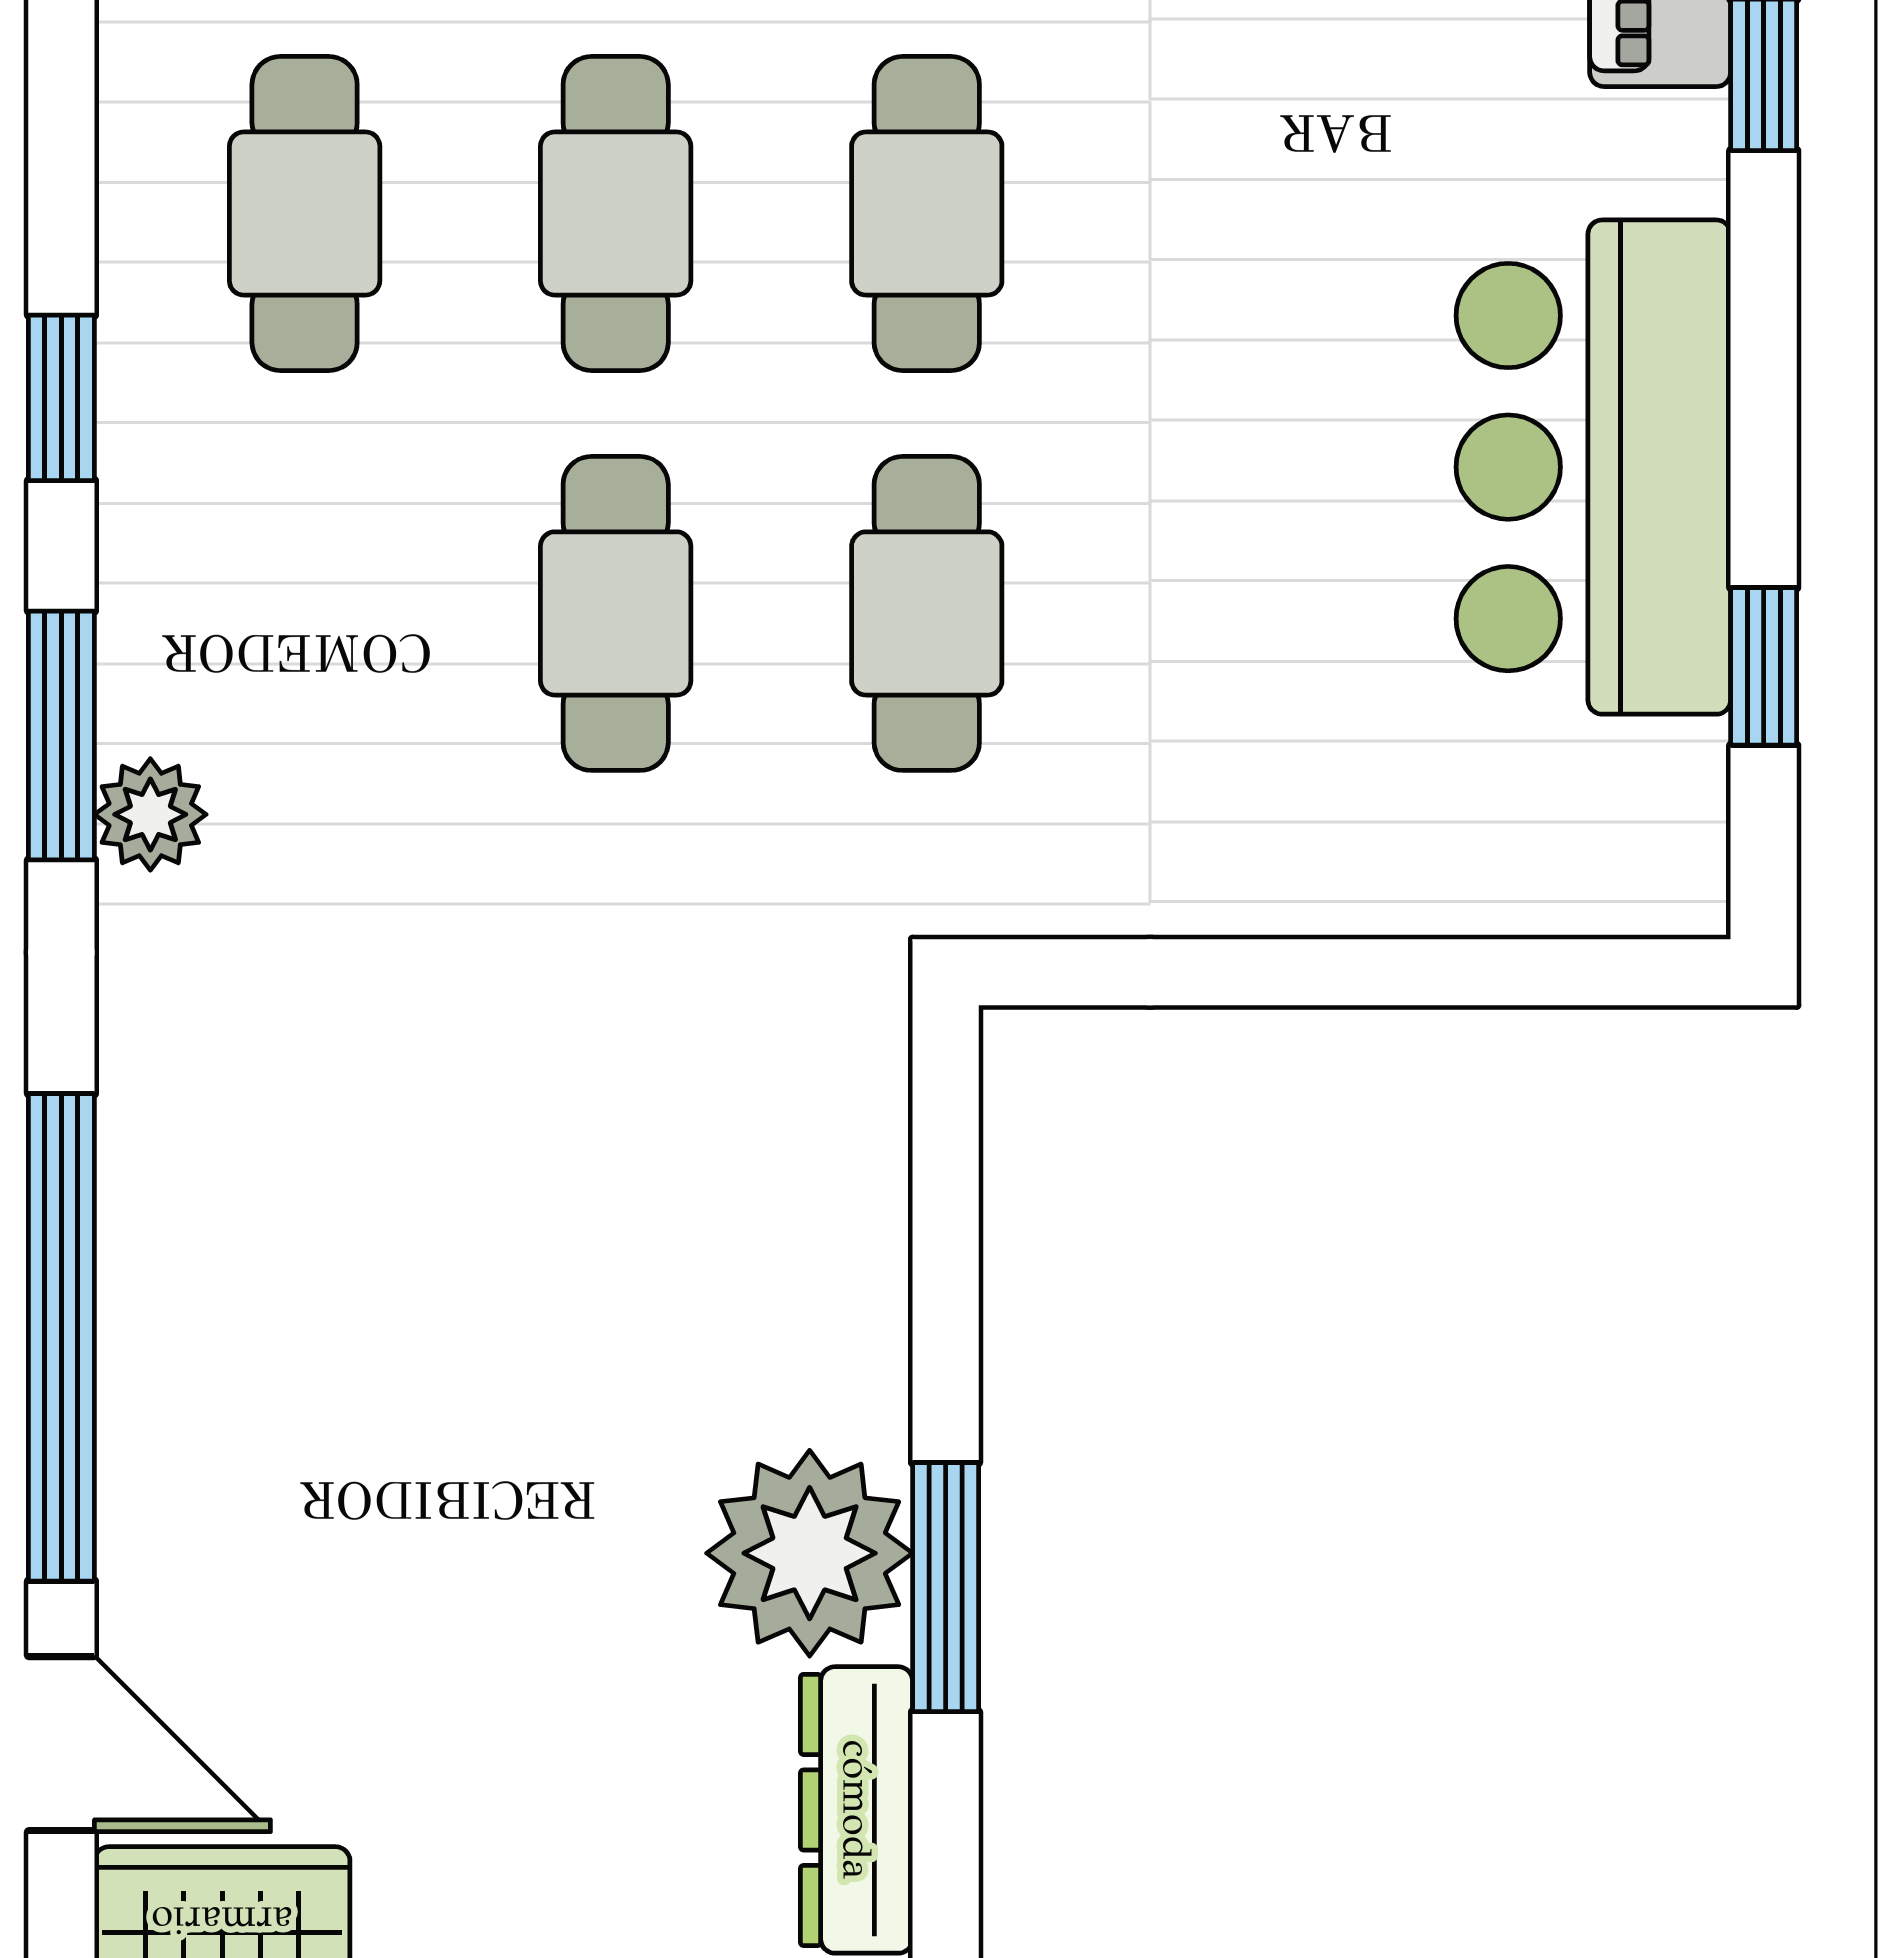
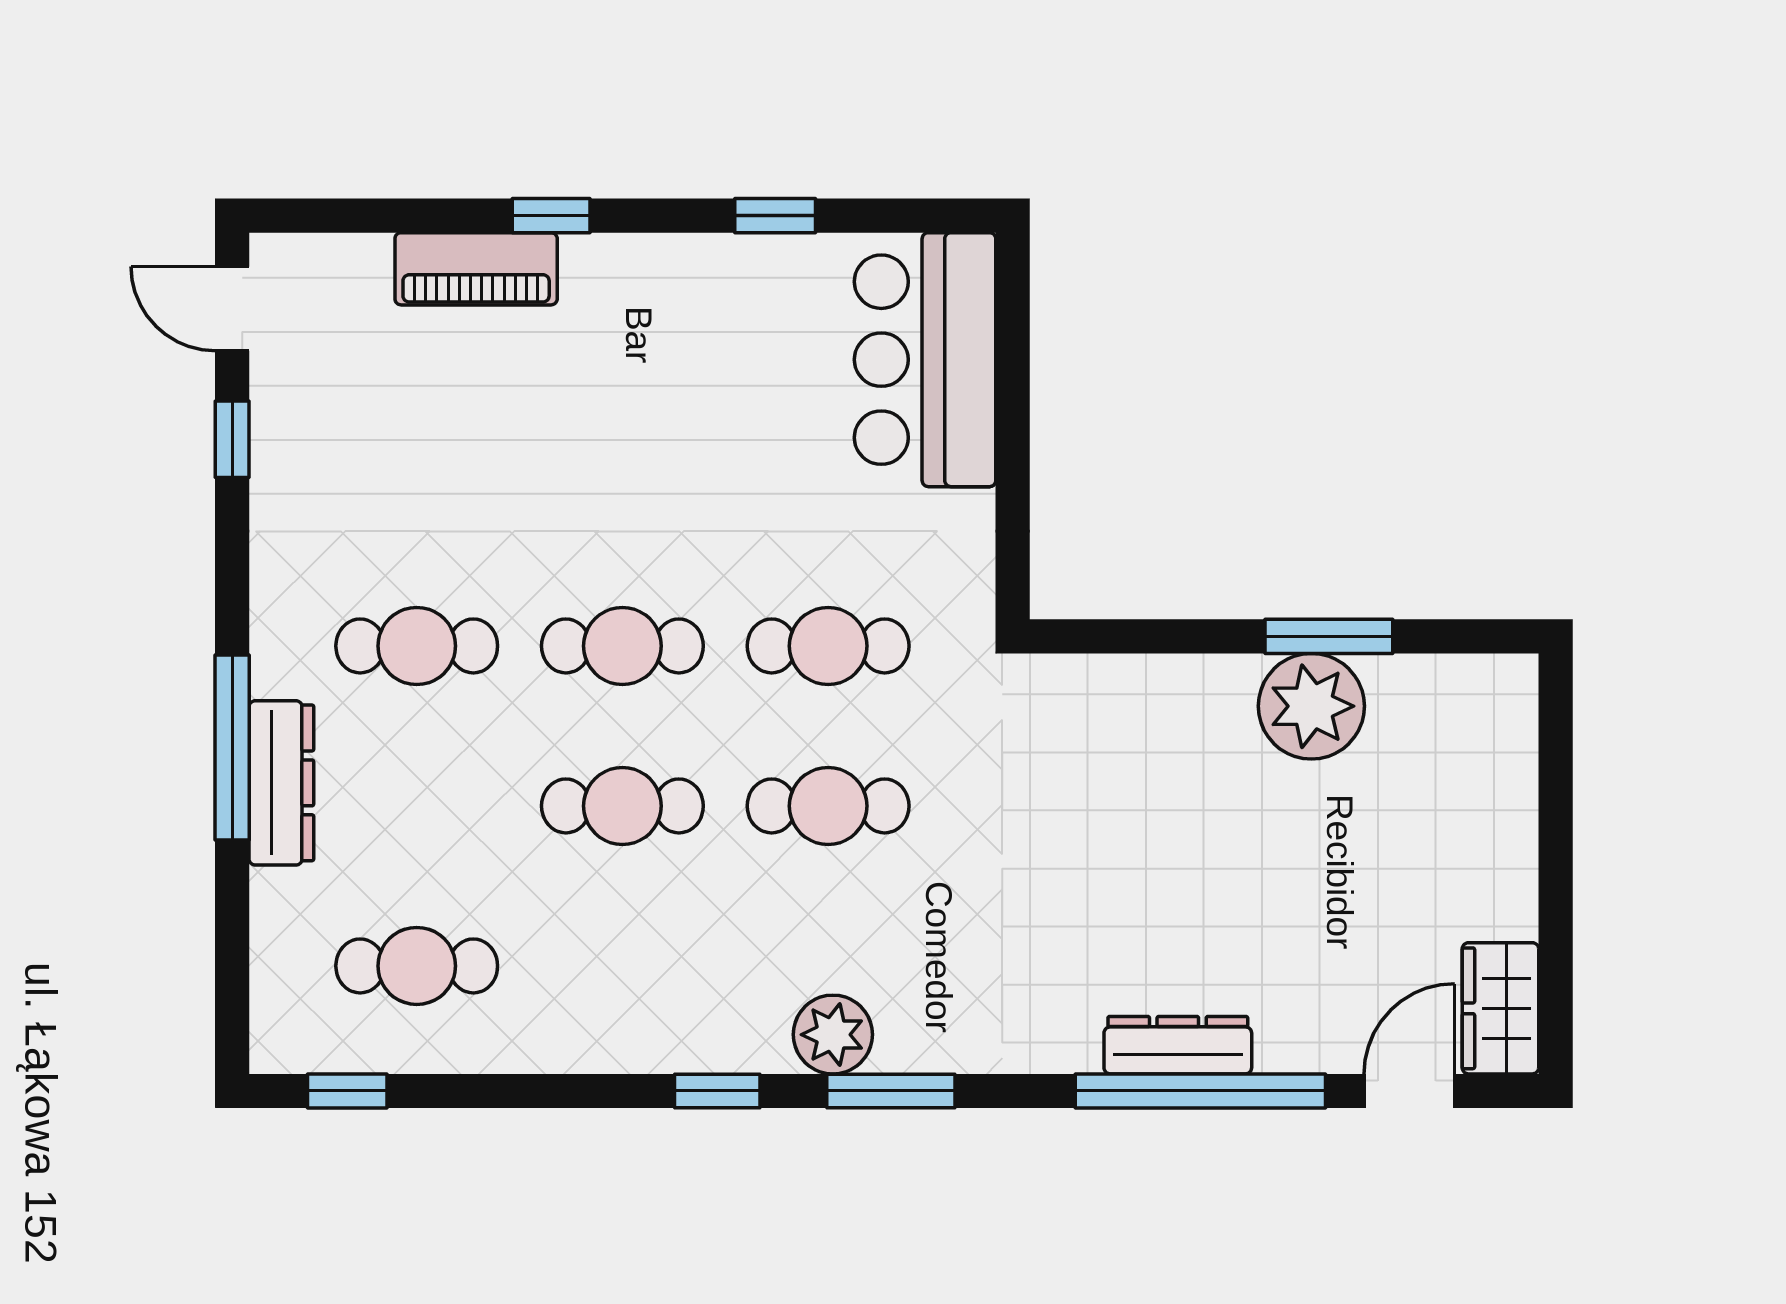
cafe table: (305, 214) -> (622, 966), removed
bar counter: (1593, 467) -> (925, 360), moved, turned 90
window: (1764, 666) -> (775, 216), moved
plant: (150, 814) -> (833, 1035), moved, width x1.38, depth x1.38
dresser: (857, 1810) -> (1178, 1045), moved, turned 180

